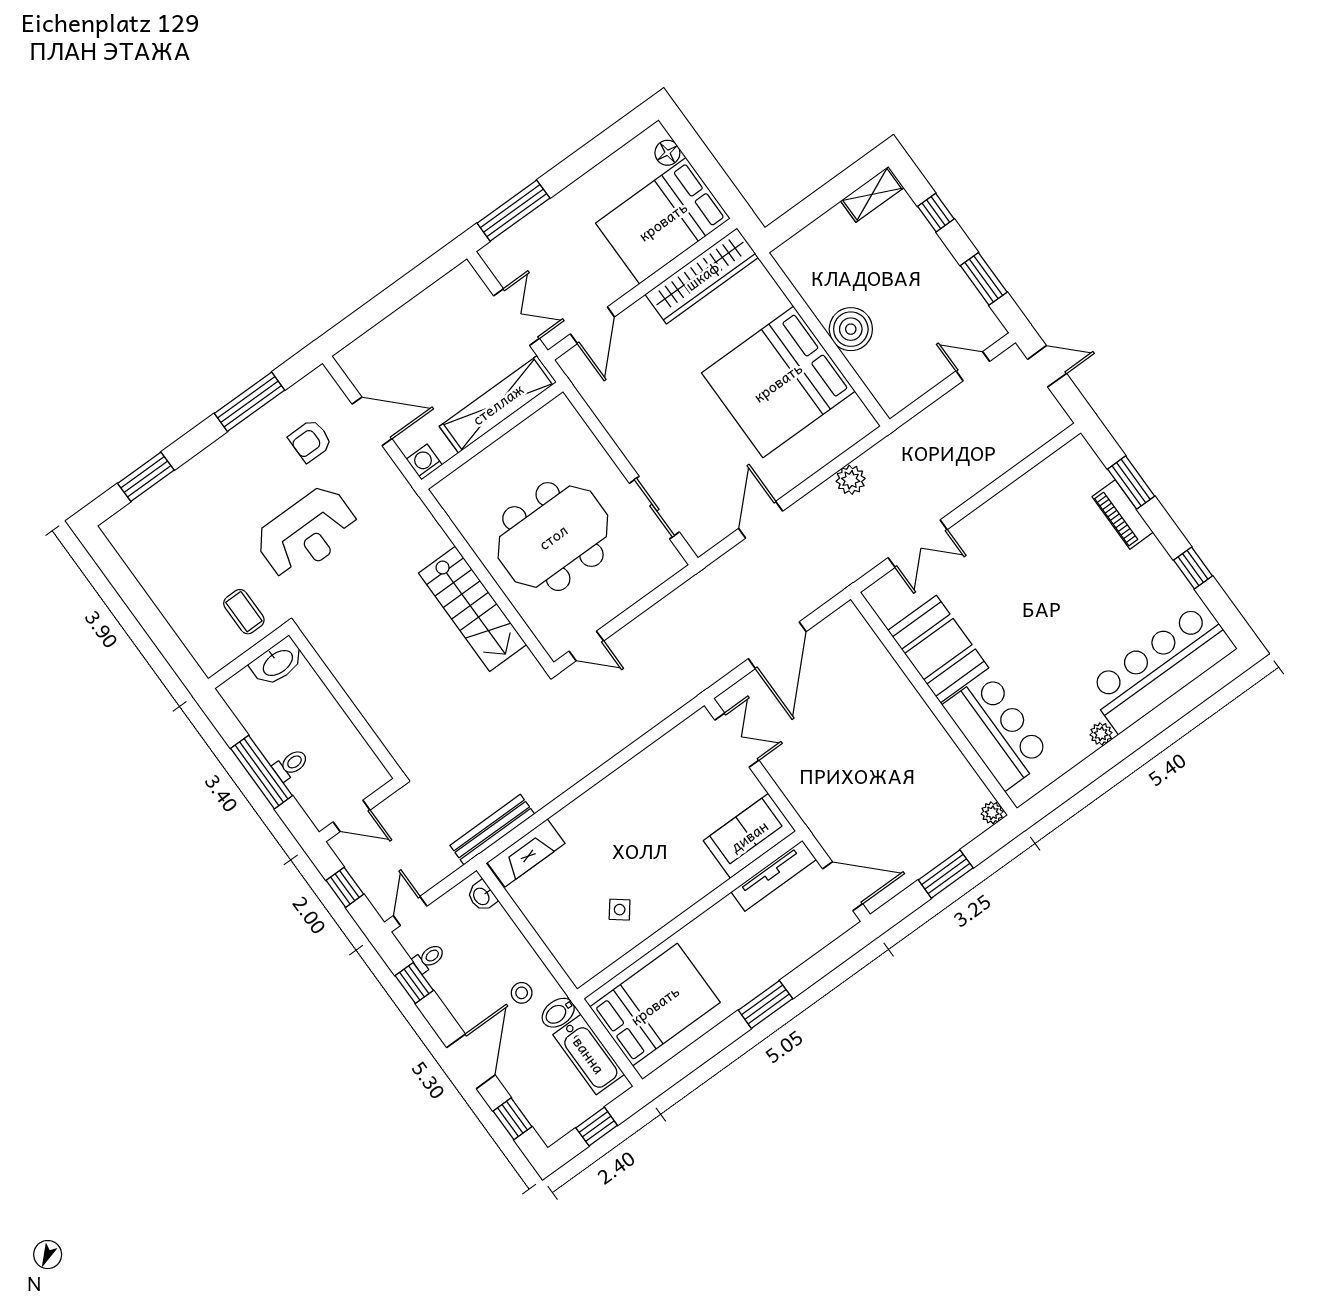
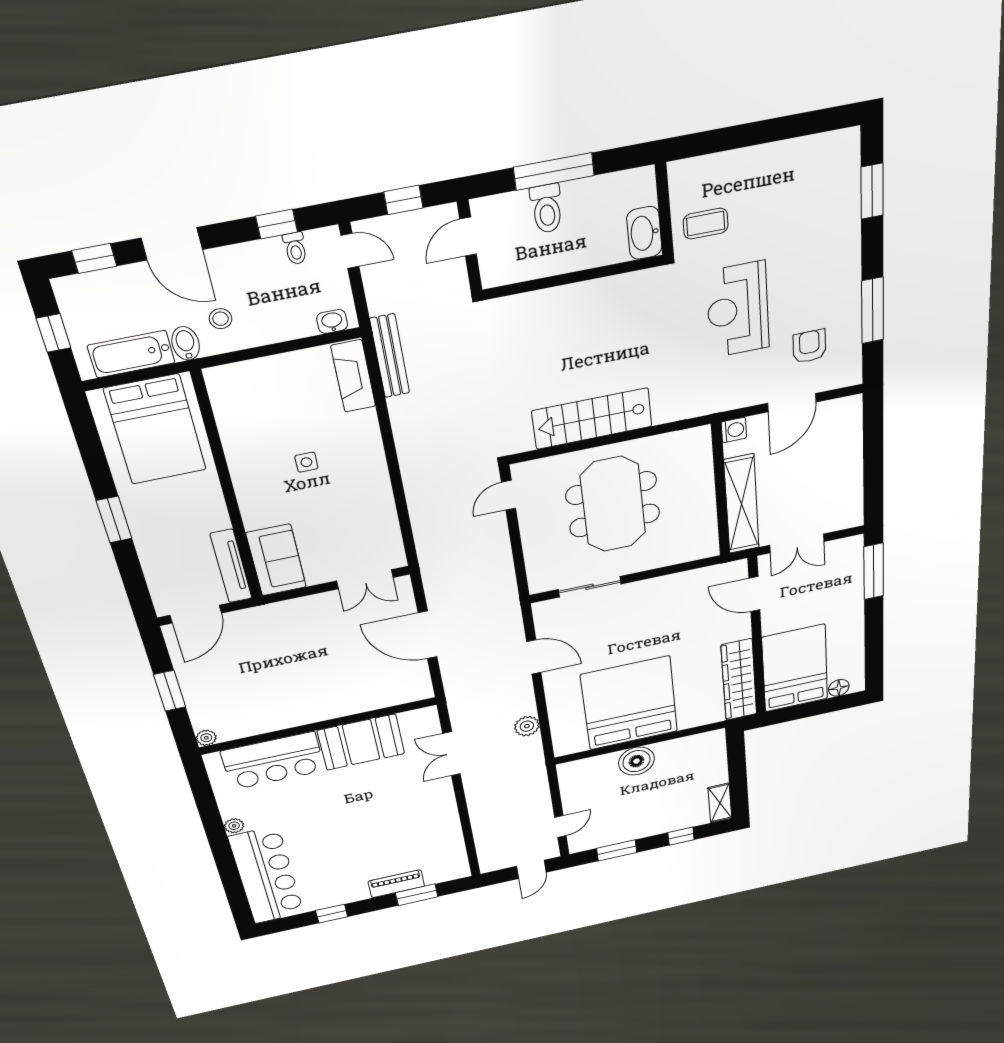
toilet: (291, 765) -> (547, 209), width x1.37, depth x1.39
side table: (620, 910) -> (306, 462), moved, turned -38

